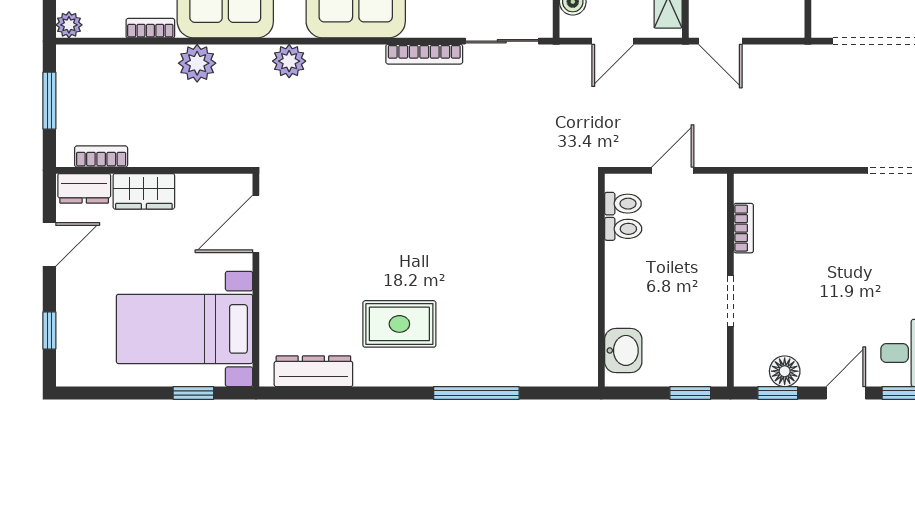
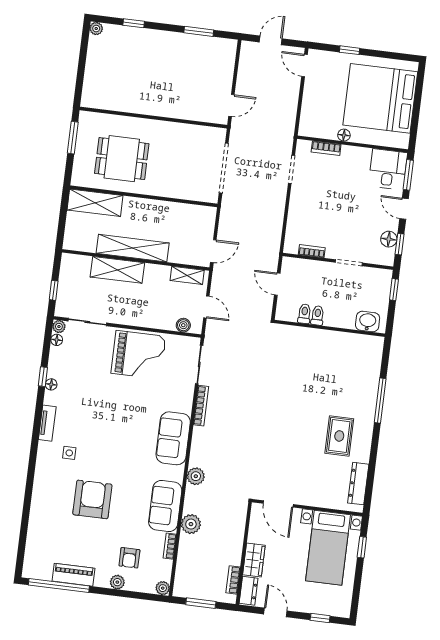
toilet: (623, 204) -> (318, 315), moved

